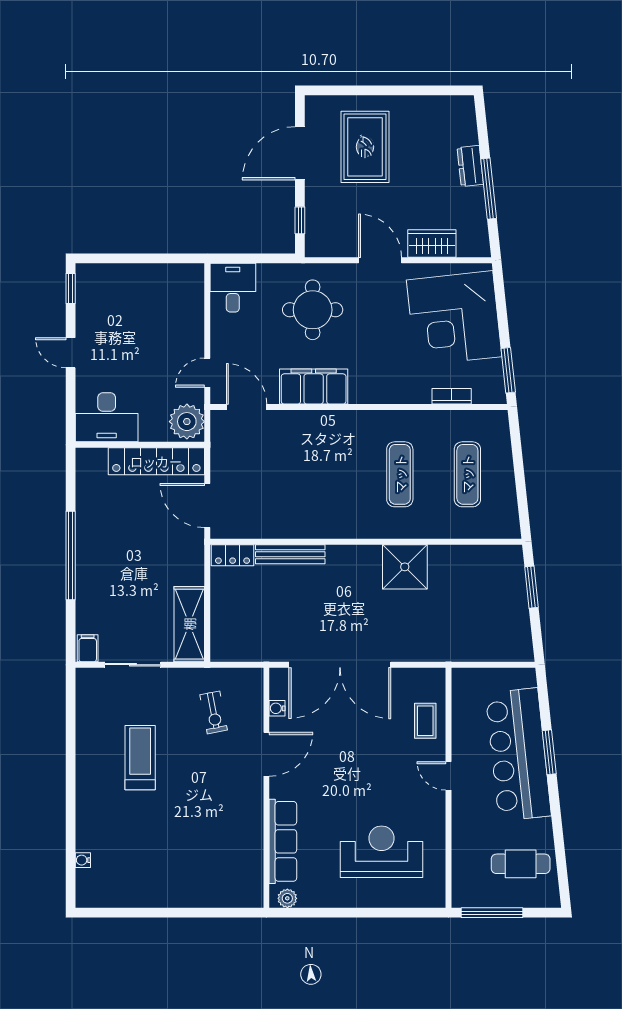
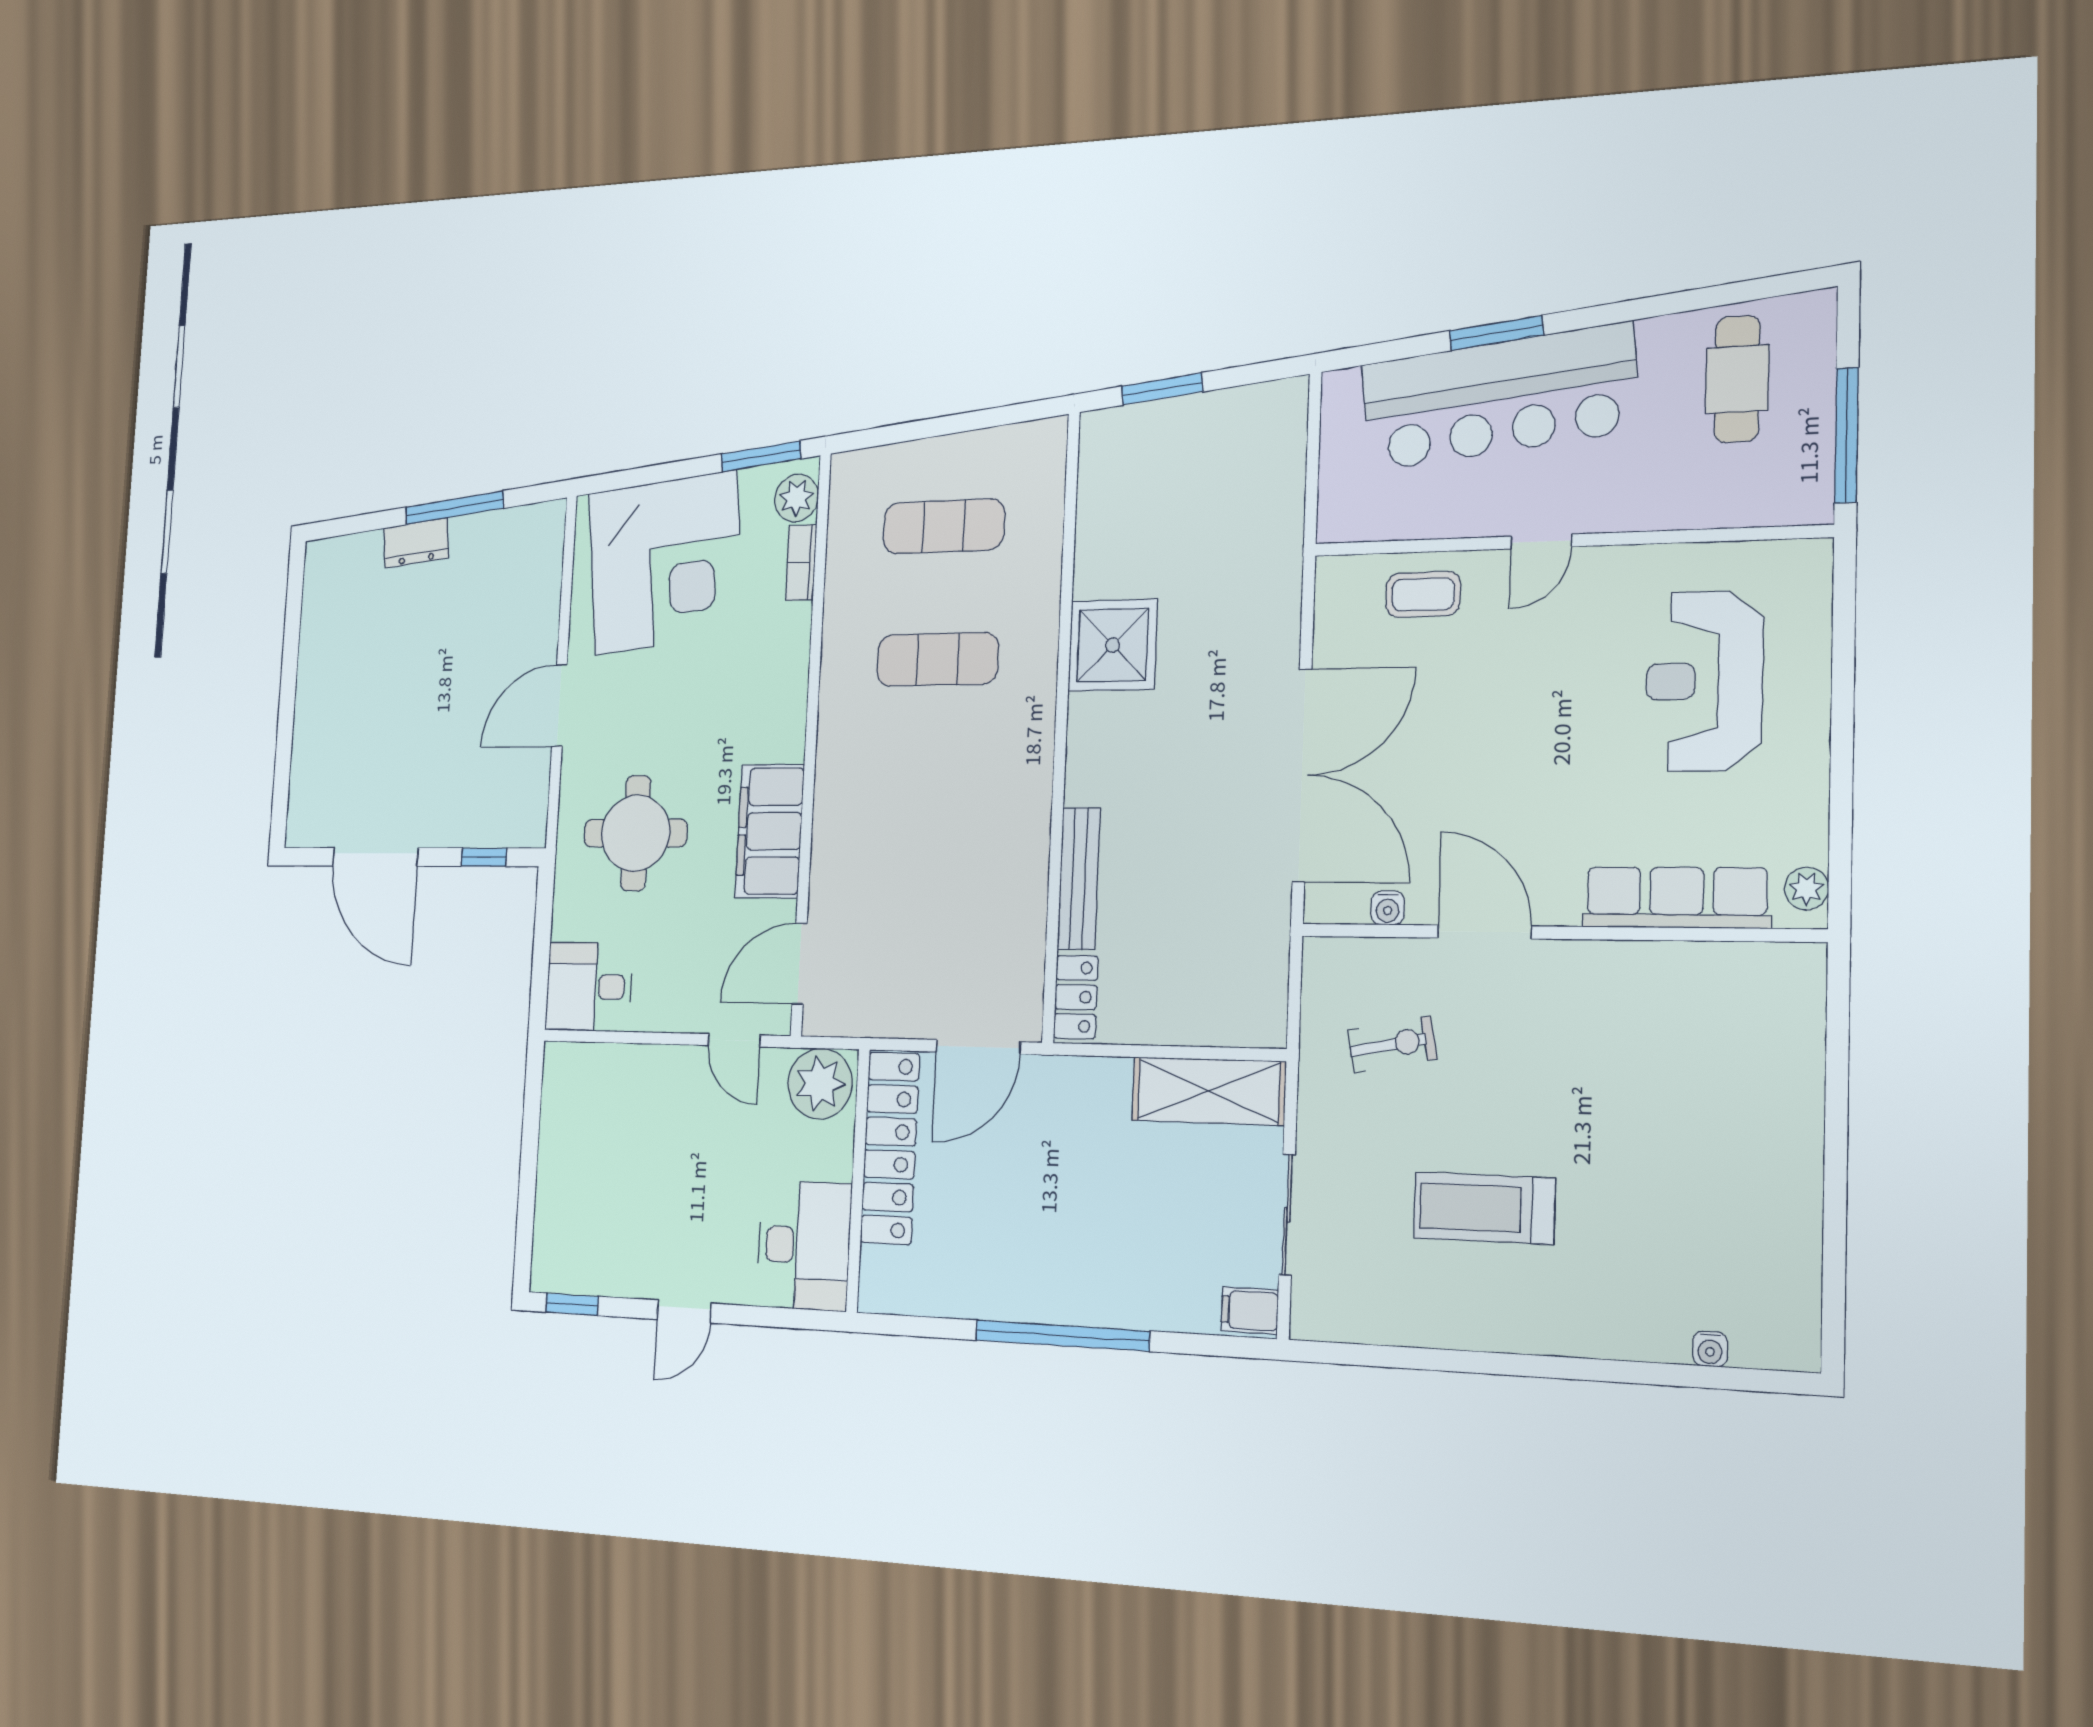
rug: (365, 147) -> (373, 737), removed
wardrobe: (432, 244) -> (537, 609), removed
plant: (485, 392) -> (796, 498), added

